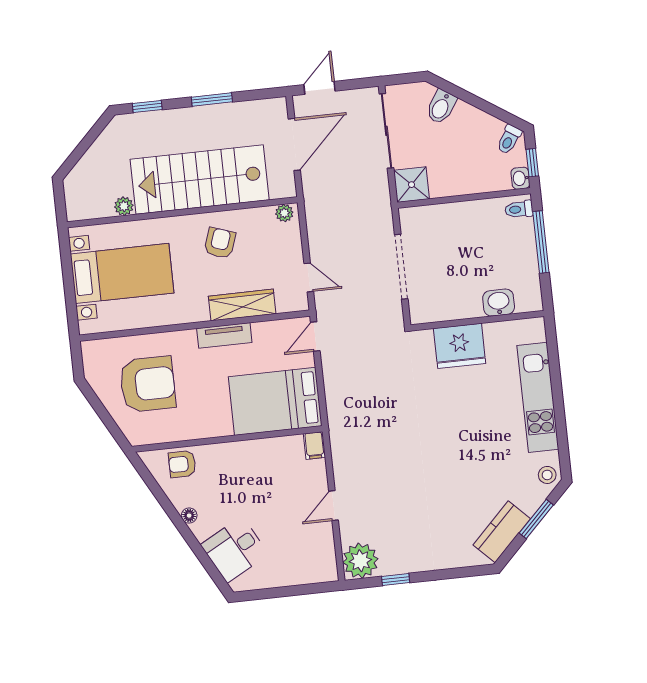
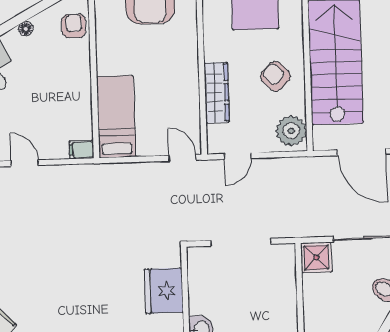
plant: (284, 213) -> (291, 131), width x1.88, depth x1.88
armchair: (220, 243) -> (276, 76), turned -152
tv unit: (224, 335) -> (190, 74), removed
bed: (275, 401) -> (116, 117), width x0.67

